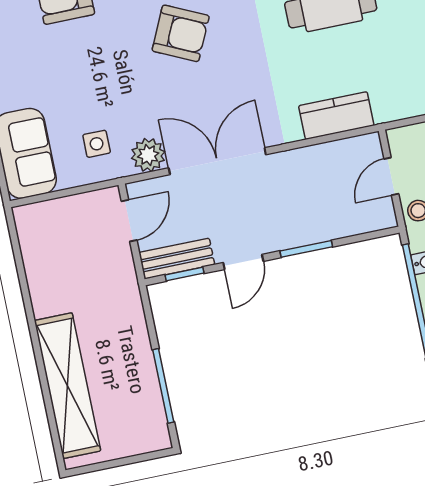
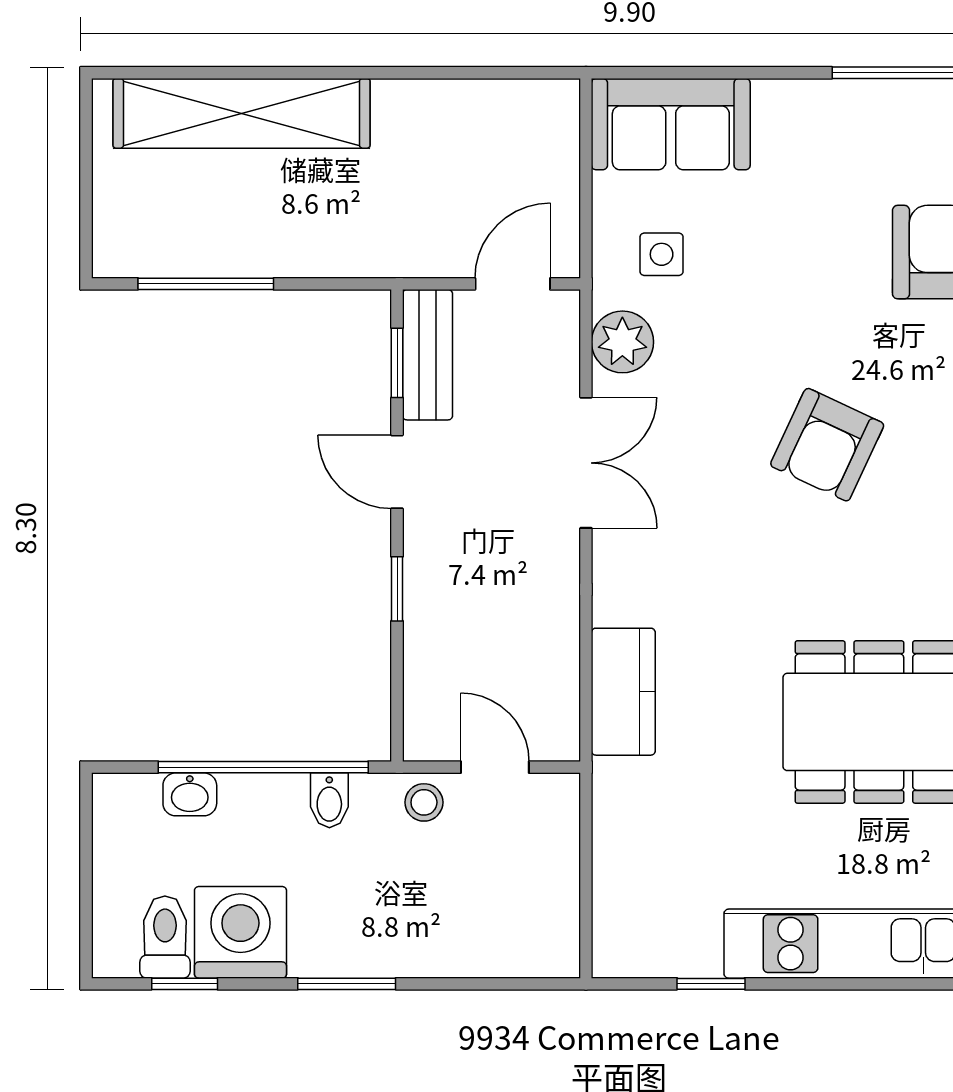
double door: (217, 161) -> (586, 463), width x0.73
door: (129, 221) -> (513, 284), swing flipped
window: (306, 249) -> (397, 589), width x0.67

